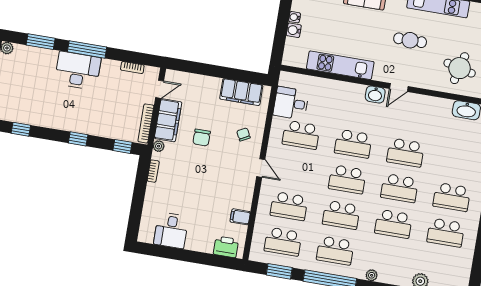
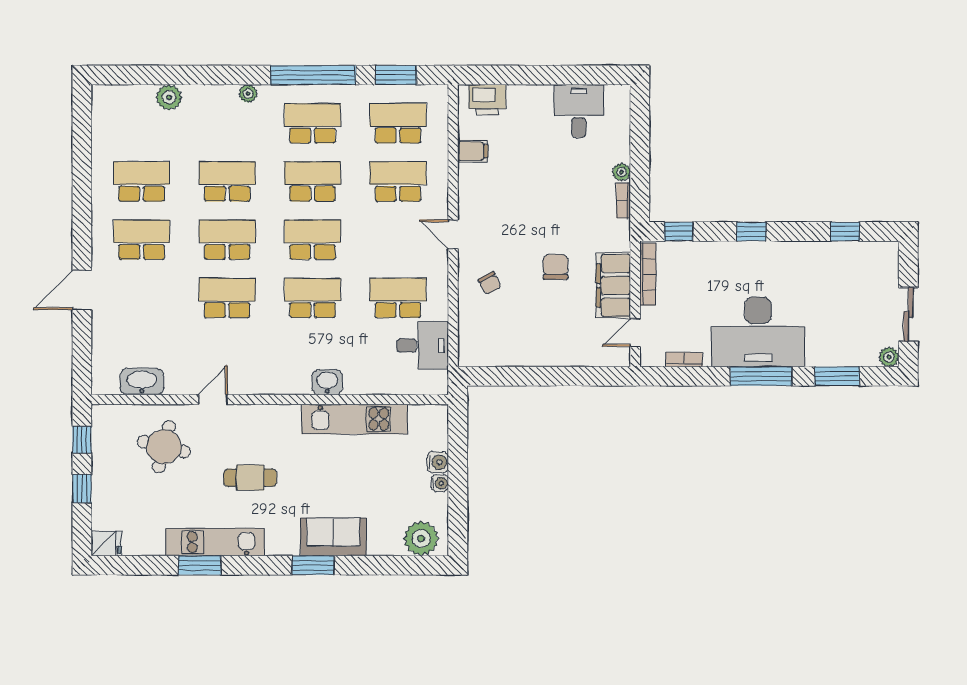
desk: (78, 71) -> (758, 332), width x1.36, depth x1.30
door: (399, 87) -> (213, 400), moved
filing cabinet: (241, 92) -> (505, 350), removed
washbasin: (375, 94) -> (327, 382), moved
plant: (159, 146) -> (621, 172), moved

